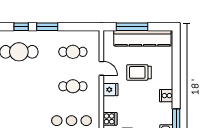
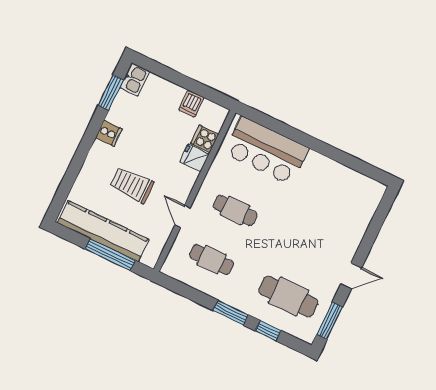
trolley: (139, 72) -> (132, 185), turned 180
fridge: (111, 90) -> (195, 158), moved

